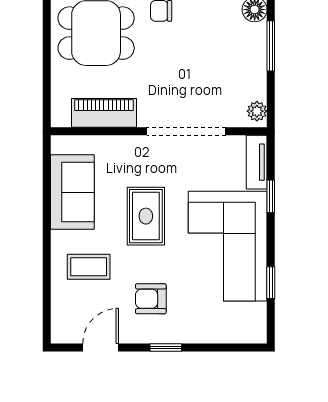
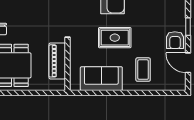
armchair: (151, 299) -> (175, 40), moved

